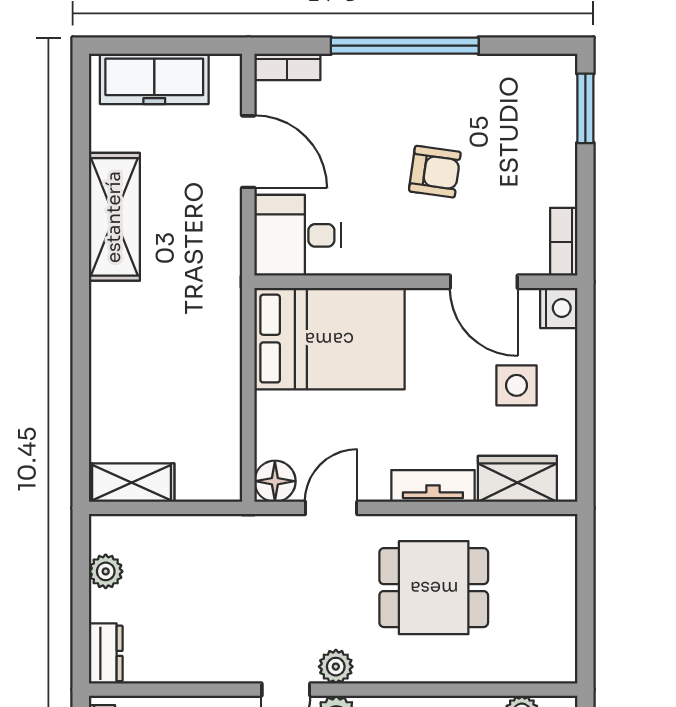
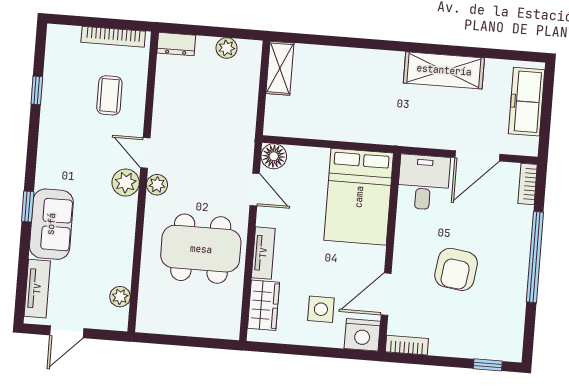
window: (585, 108) -> (488, 365), width x0.67
armchair: (435, 172) -> (456, 269), width x1.38, depth x1.38
nightstand: (559, 308) -> (362, 335), width x1.36, depth x1.33
dining table: (434, 588) -> (201, 249), width x1.37

